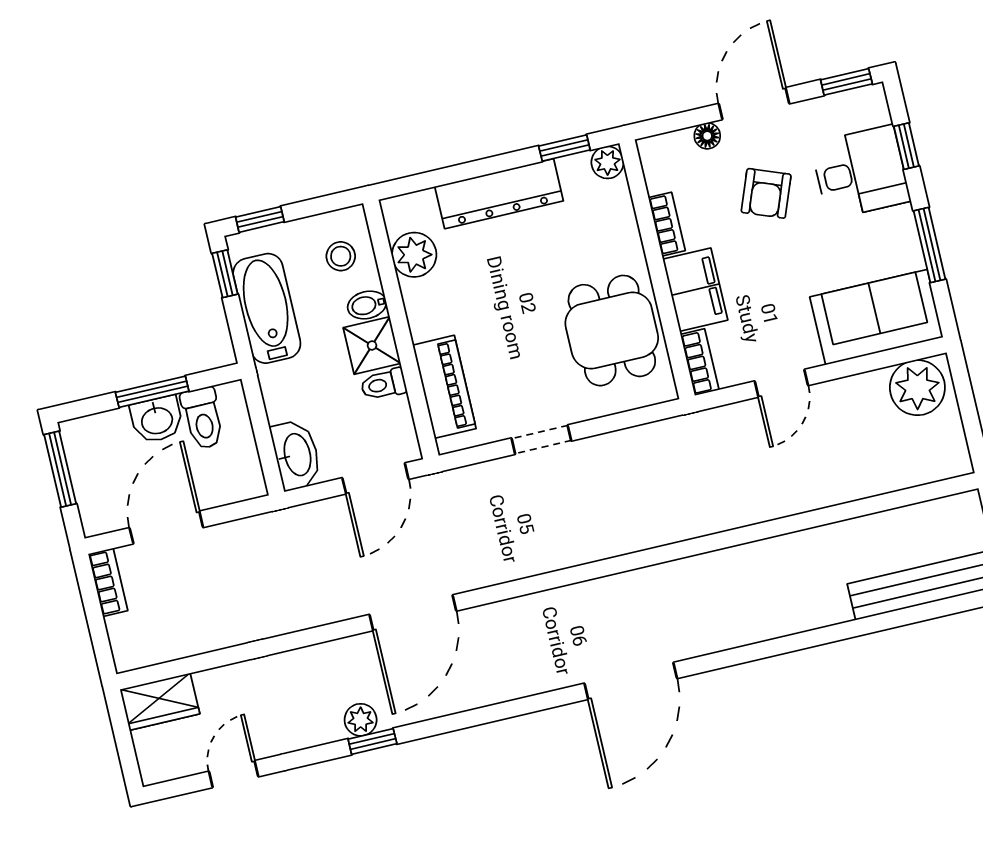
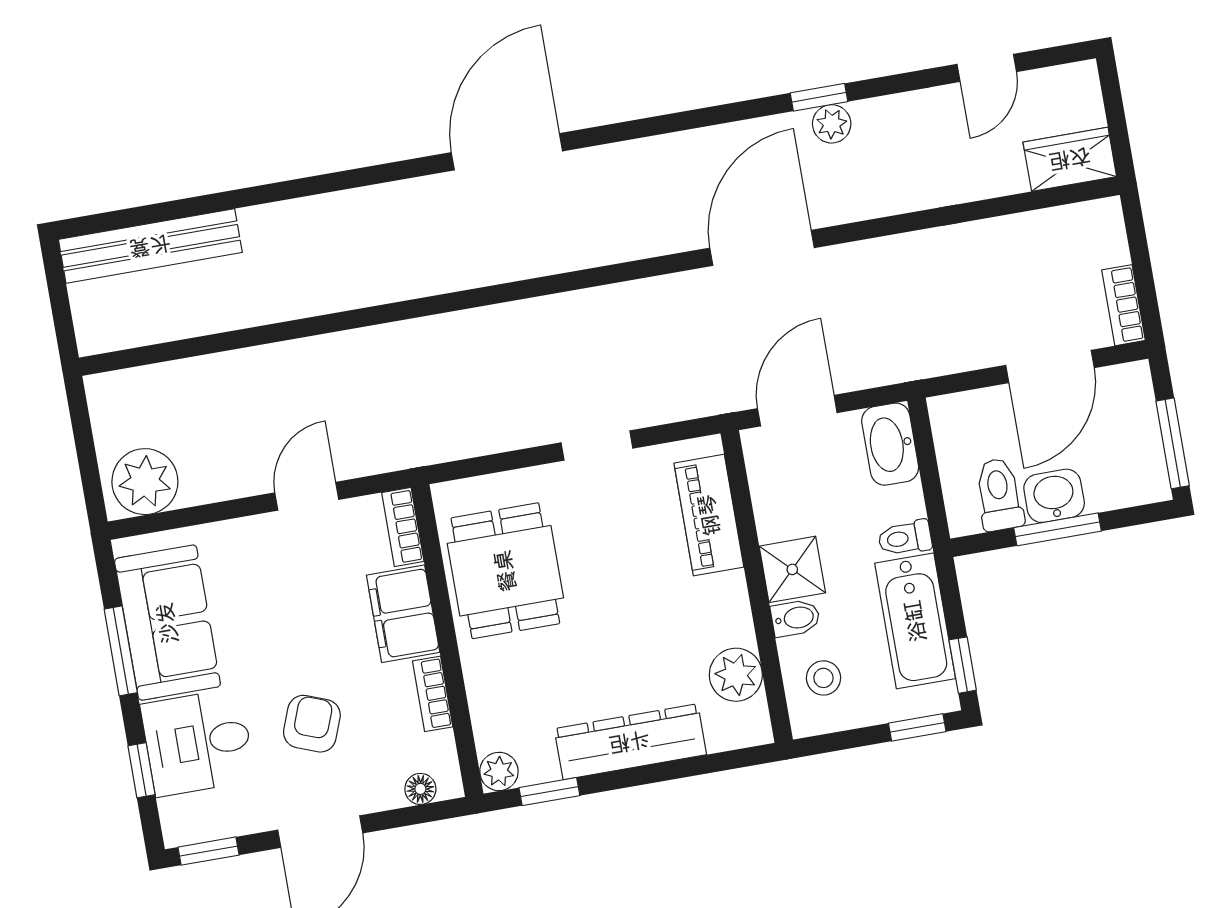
floor lamp: (707, 136) -> (420, 789), moved
sofa: (876, 317) -> (167, 623), moved, turned -90
toilet: (384, 384) -> (905, 538), moved, turned 180

